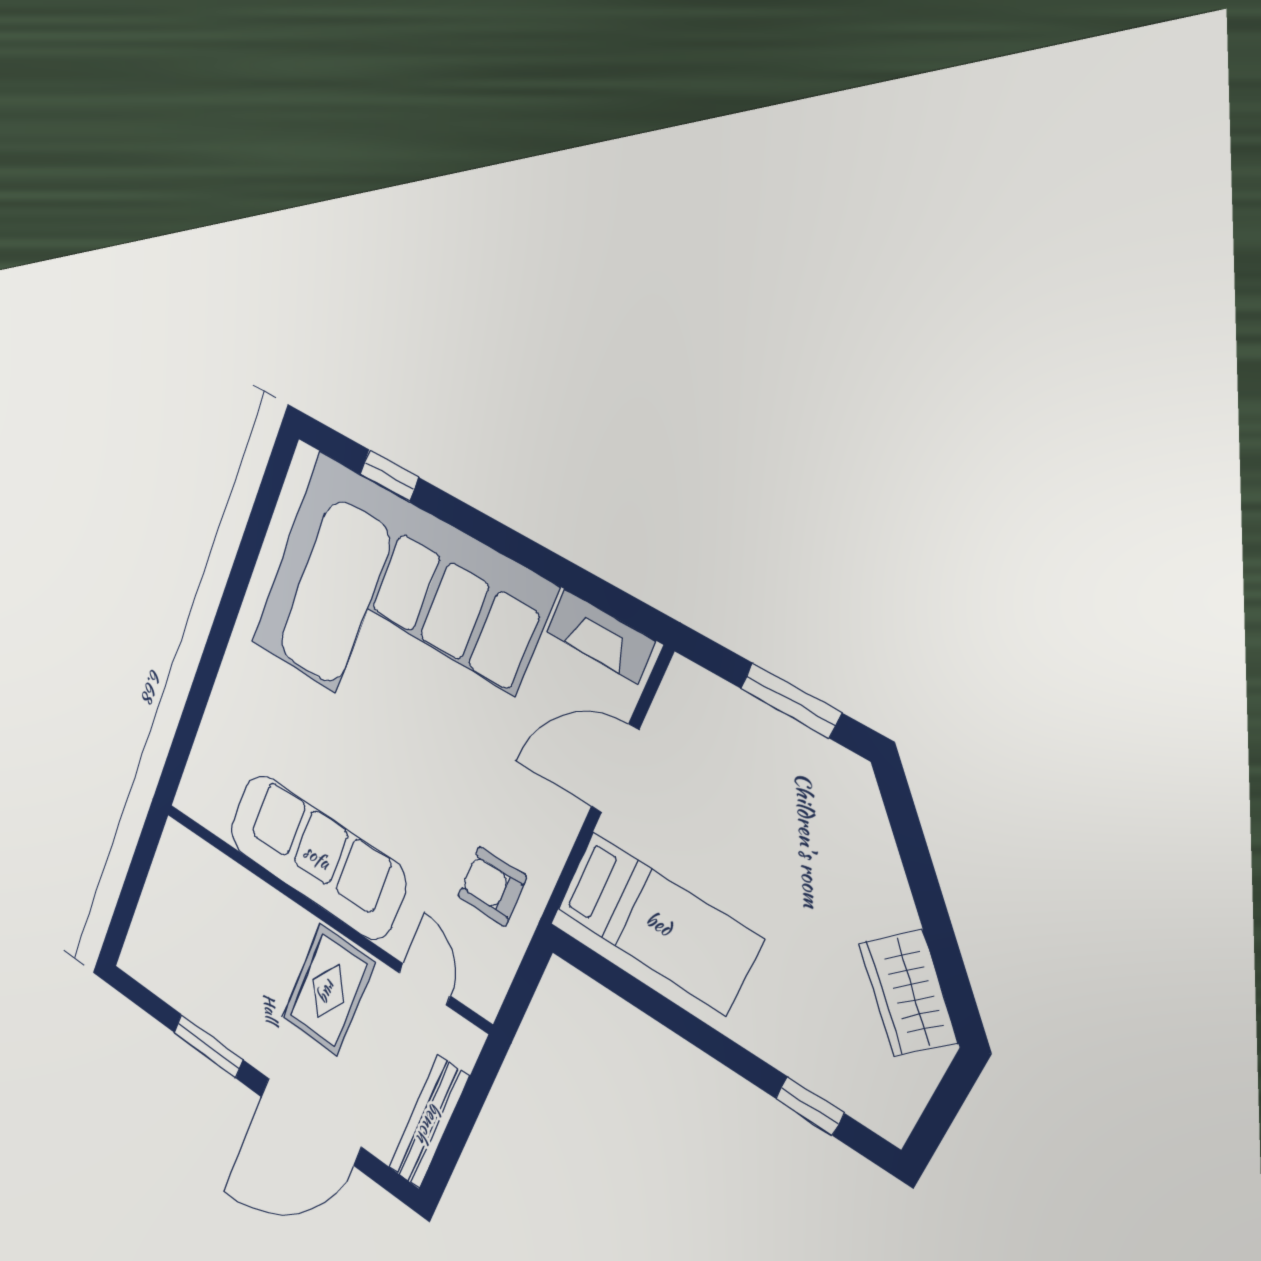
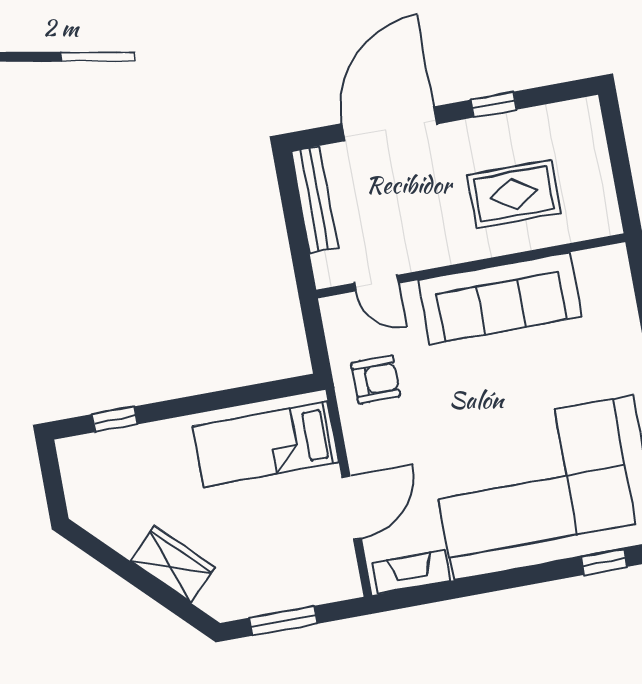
rug: (329, 991) -> (514, 194), moved, turned 90
wardrobe: (908, 993) -> (172, 564), moved
window: (208, 1046) -> (494, 105), width x0.67

